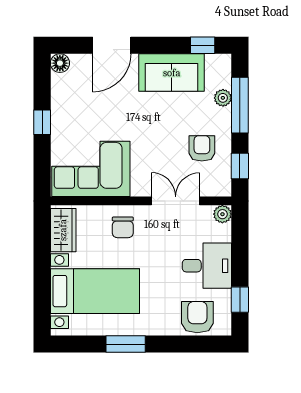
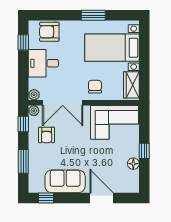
door: (112, 45) -> (102, 198), hinge flipped
floor lamp: (60, 63) -> (133, 164), moved
plant: (223, 98) -> (34, 111), moved
window: (240, 105) -> (23, 161), width x0.69
double door: (176, 201) -> (63, 103), width x1.37
armchair: (197, 317) -> (49, 32), turned 90

